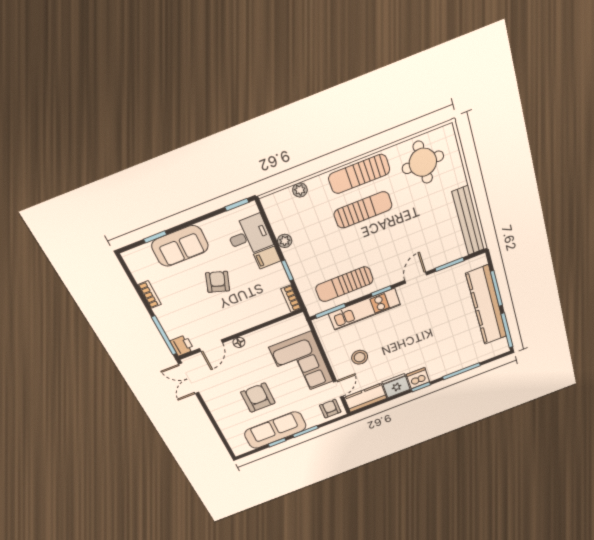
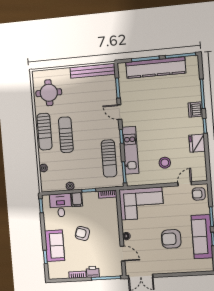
printer: (182, 345) -> (93, 272), moved
corner sofa: (301, 364) -> (141, 203), moved
dishwasher: (418, 378) -> (195, 110), moved
door: (338, 389) -> (185, 184), hinge flipped
kitchen counter: (366, 398) -> (199, 167), removed

